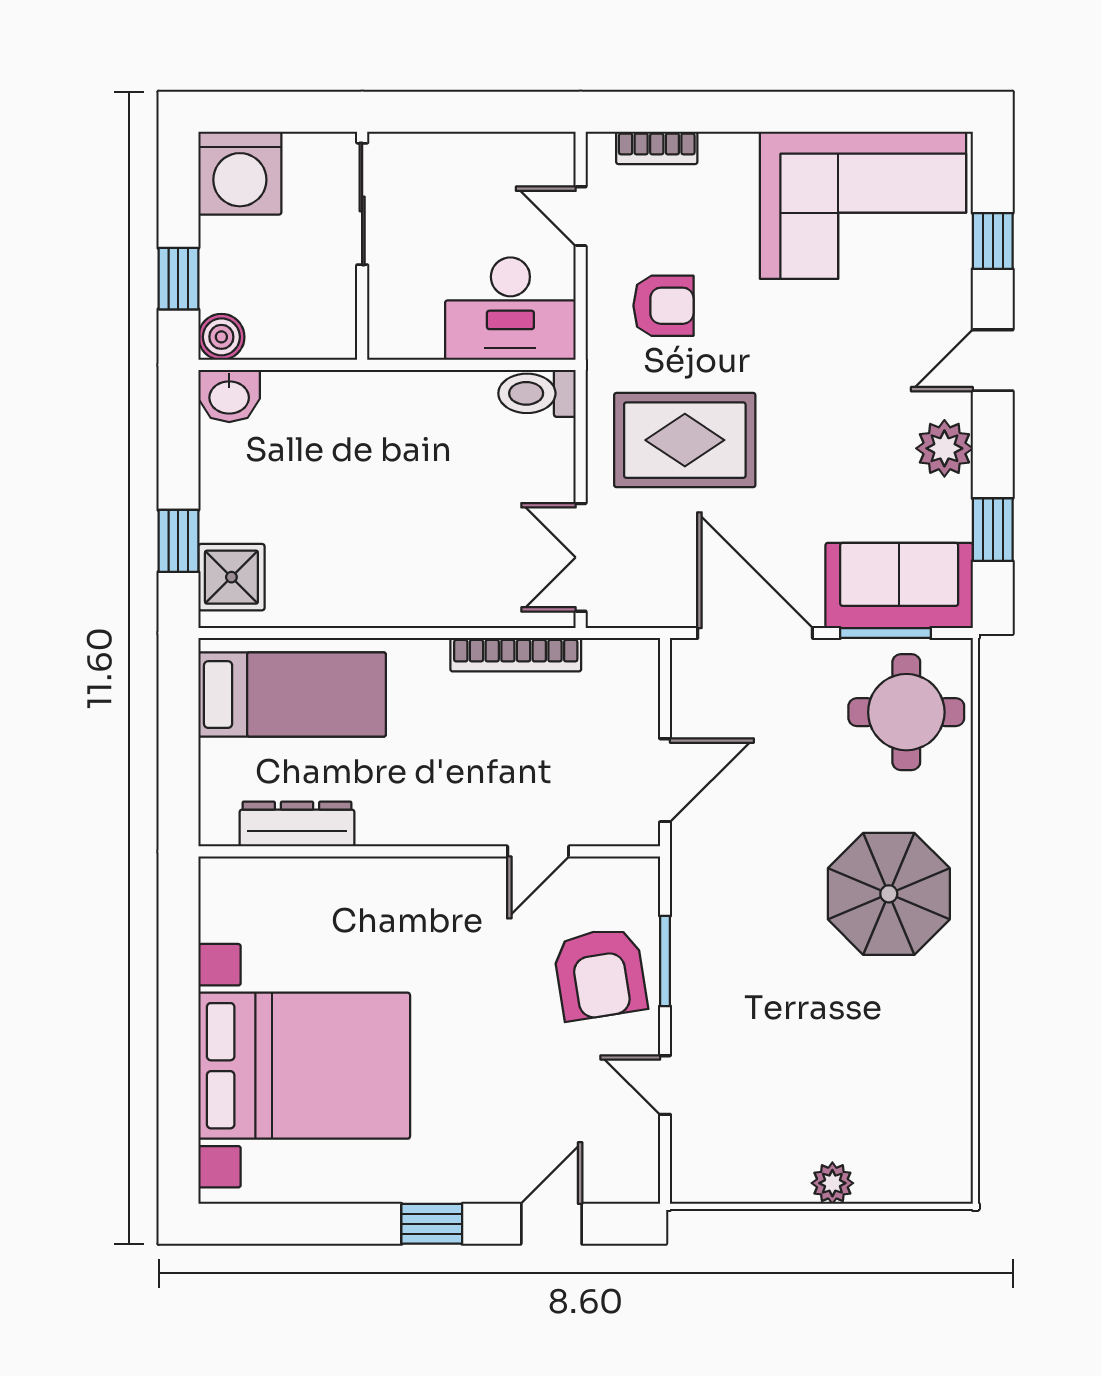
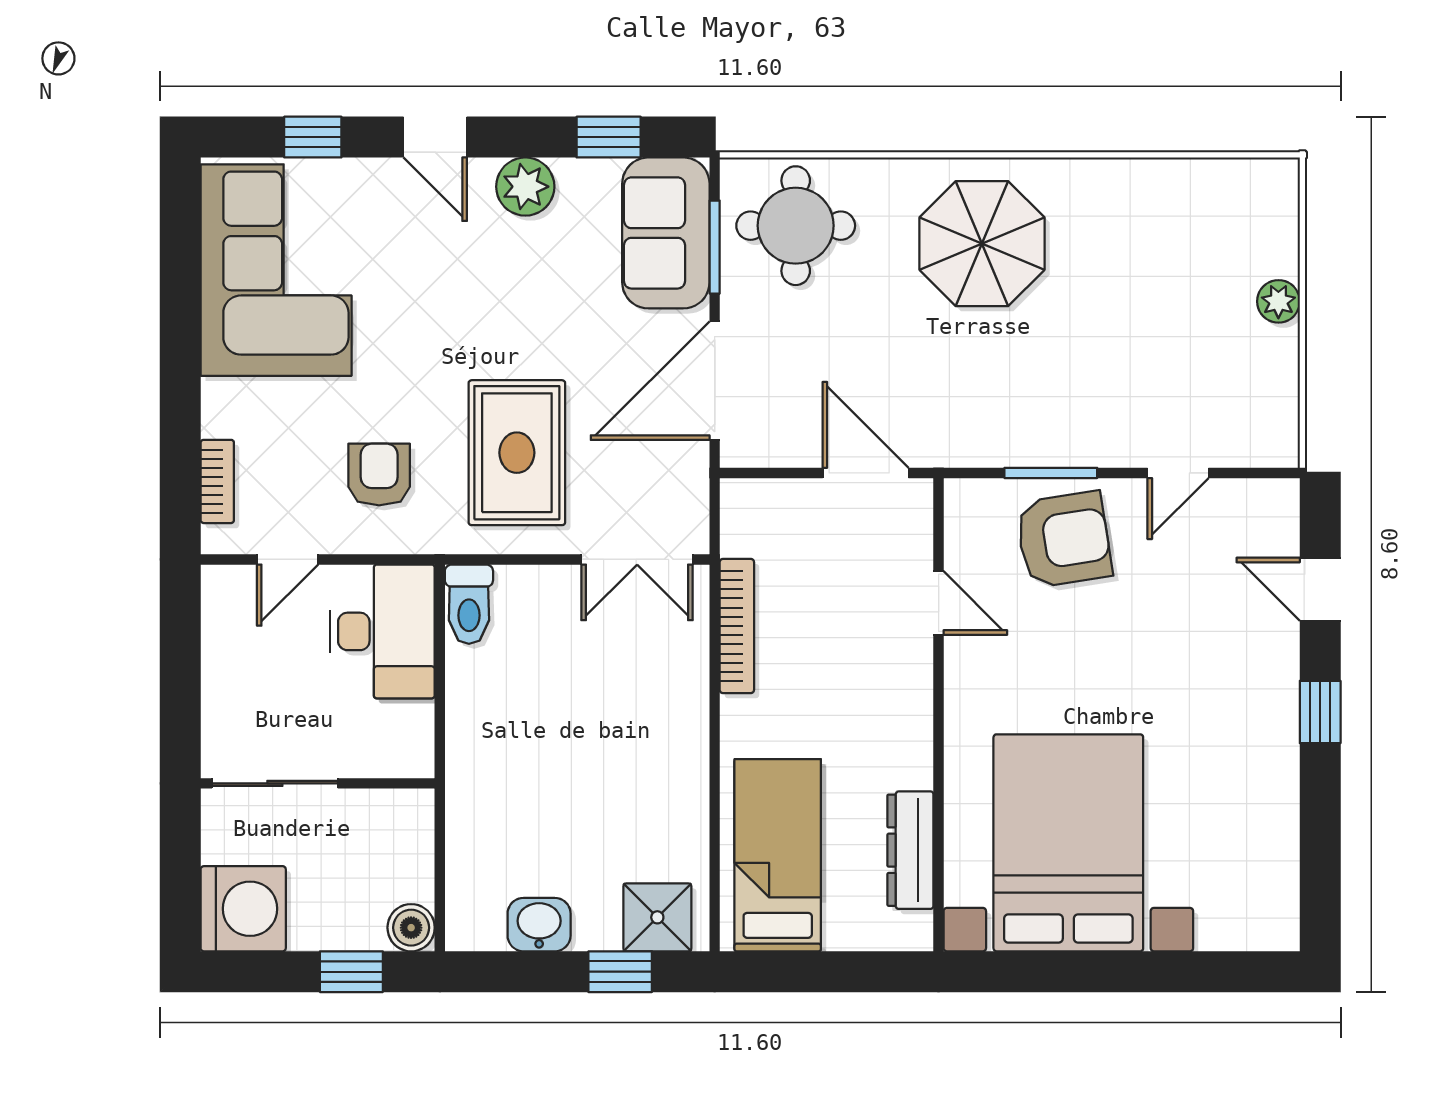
washbasin: (229, 396) -> (539, 925), moved, turned -90
bed with nightstands: (304, 1066) -> (1068, 843), moved

